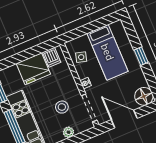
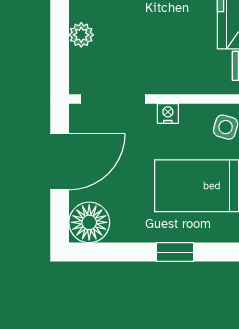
stool: (62, 107) -> (139, 43), removed

